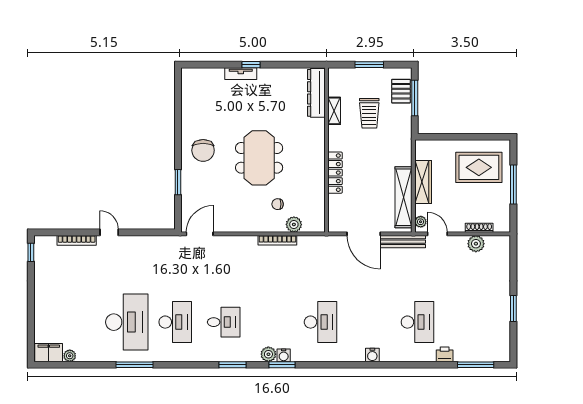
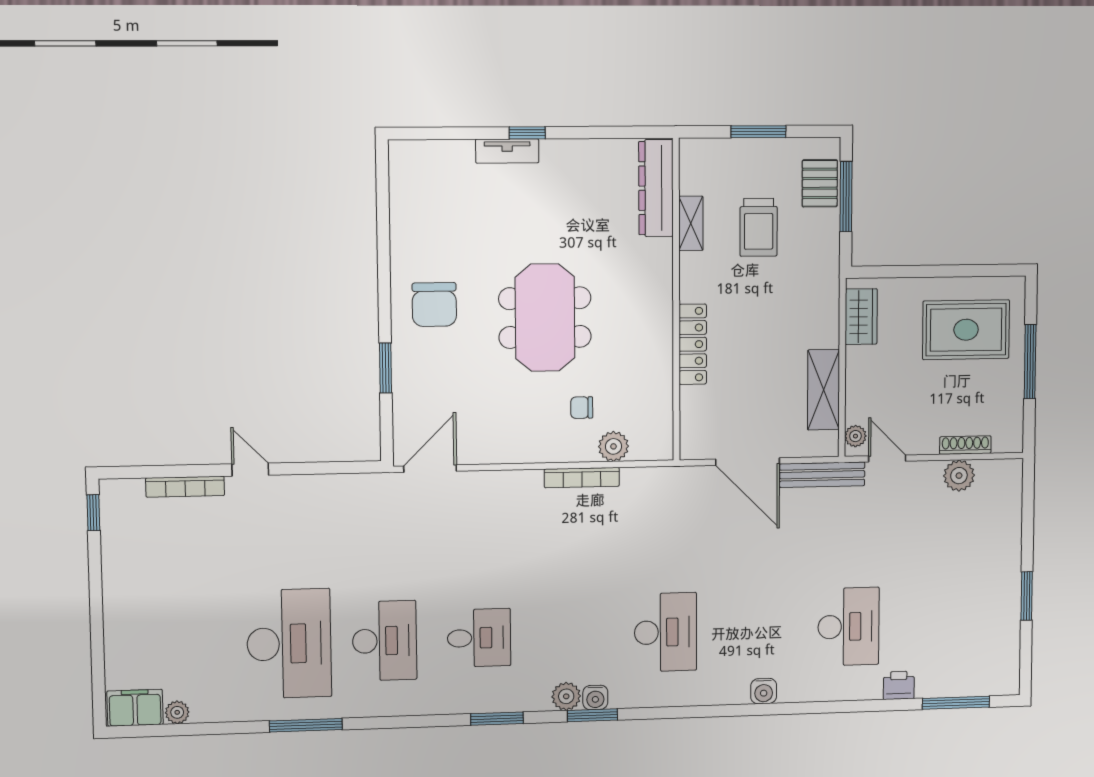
wardrobe: (423, 182) -> (861, 317), moved, width x0.67
shelving: (403, 197) -> (823, 390), width x0.68

